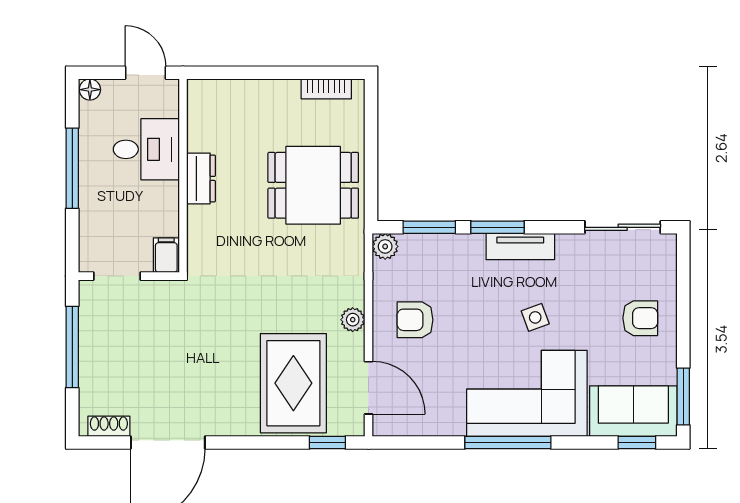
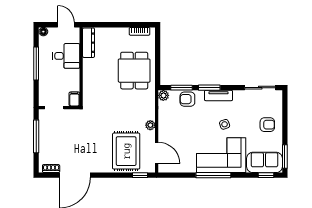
dresser: (201, 178) -> (89, 43), moved, width x1.44
dining table: (313, 185) -> (134, 71), turned 90
armchair: (415, 320) -> (187, 99), moved

